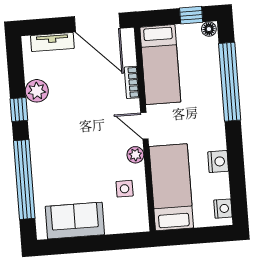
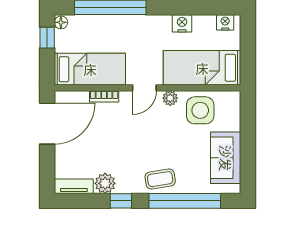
tv unit: (52, 42) -> (74, 186), moved, turned -90
coffee table: (46, 151) -> (160, 179), added
side table: (125, 189) -> (200, 110), width x1.87, depth x1.87

